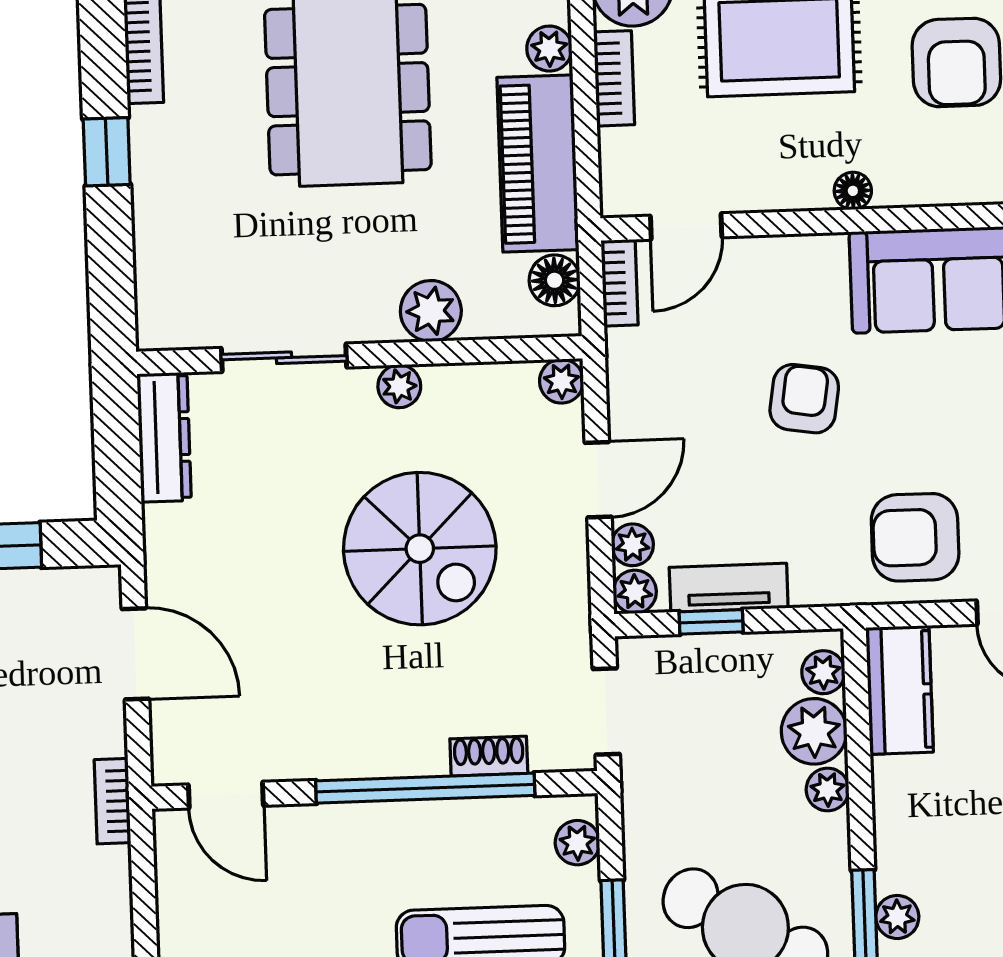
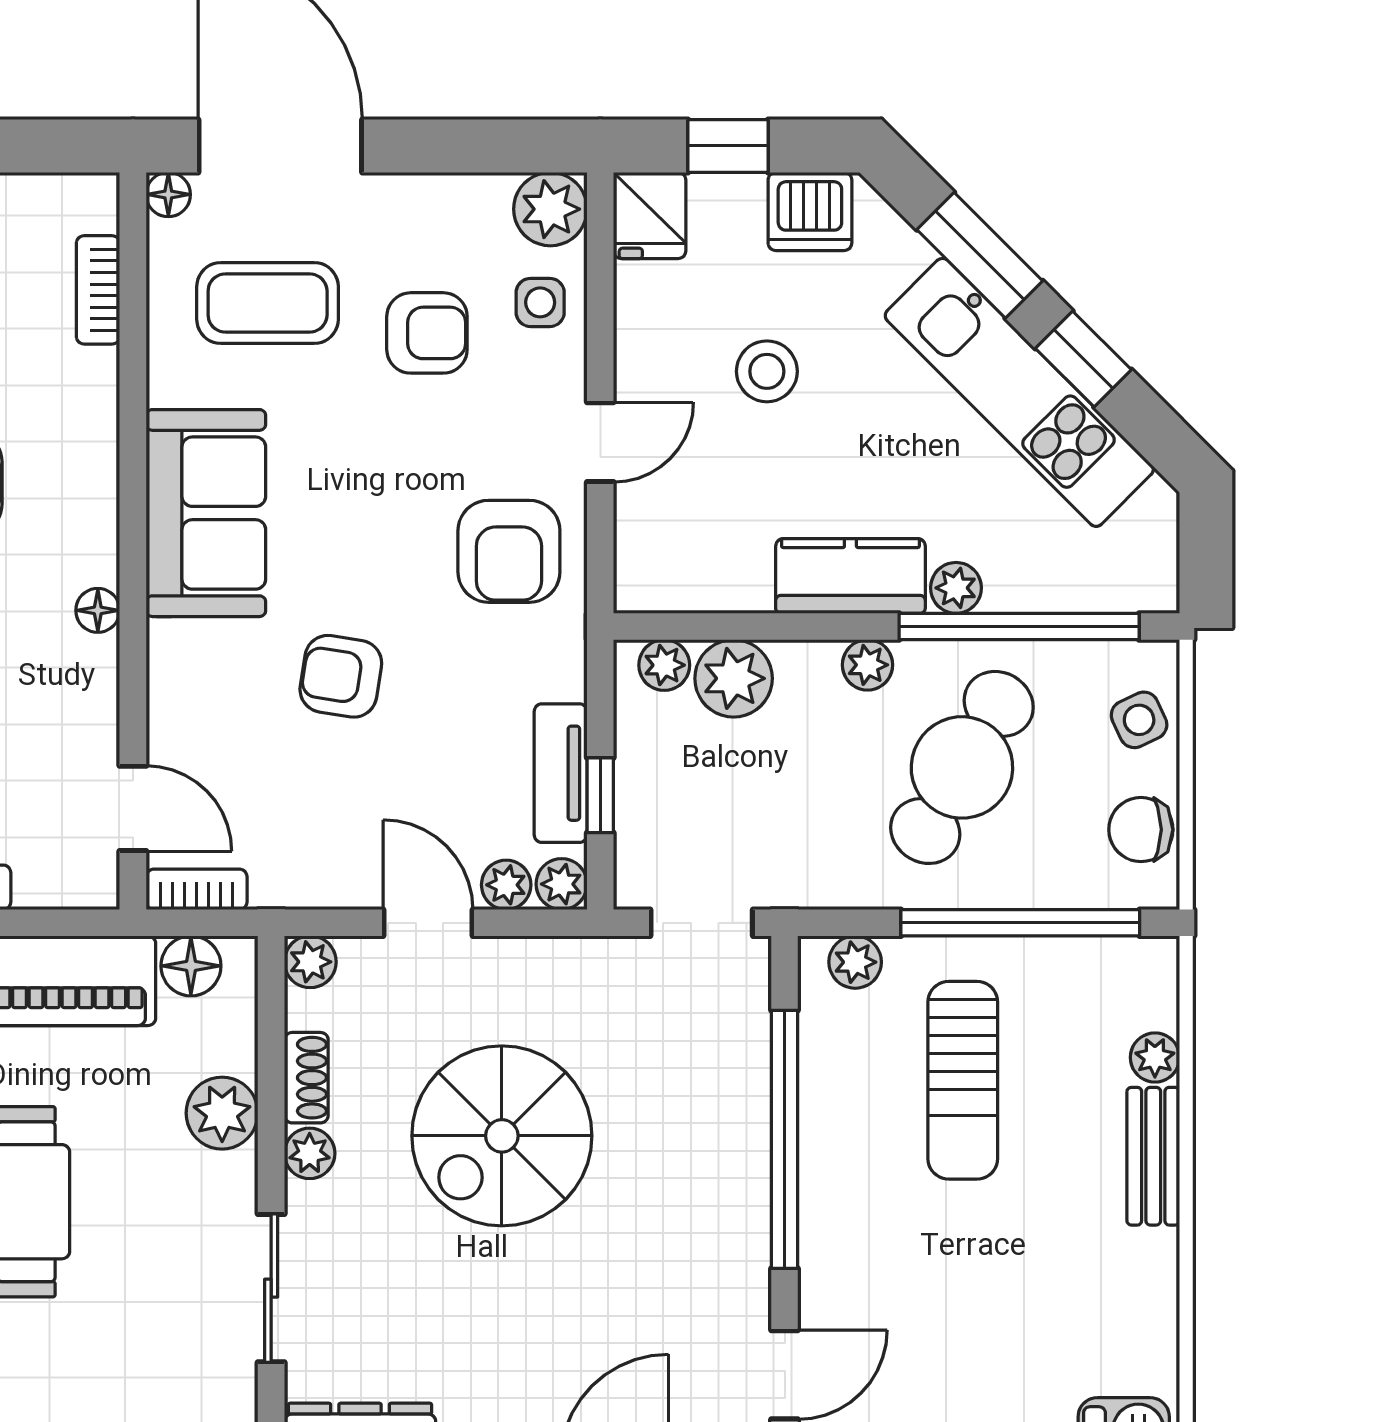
spiral stairs: (420, 549) -> (502, 1136), turned 180
kitchen counter: (899, 690) -> (850, 576), moved
shoe rack: (489, 756) -> (306, 1078), moved, turned 180
plant: (828, 790) -> (868, 665), moved

